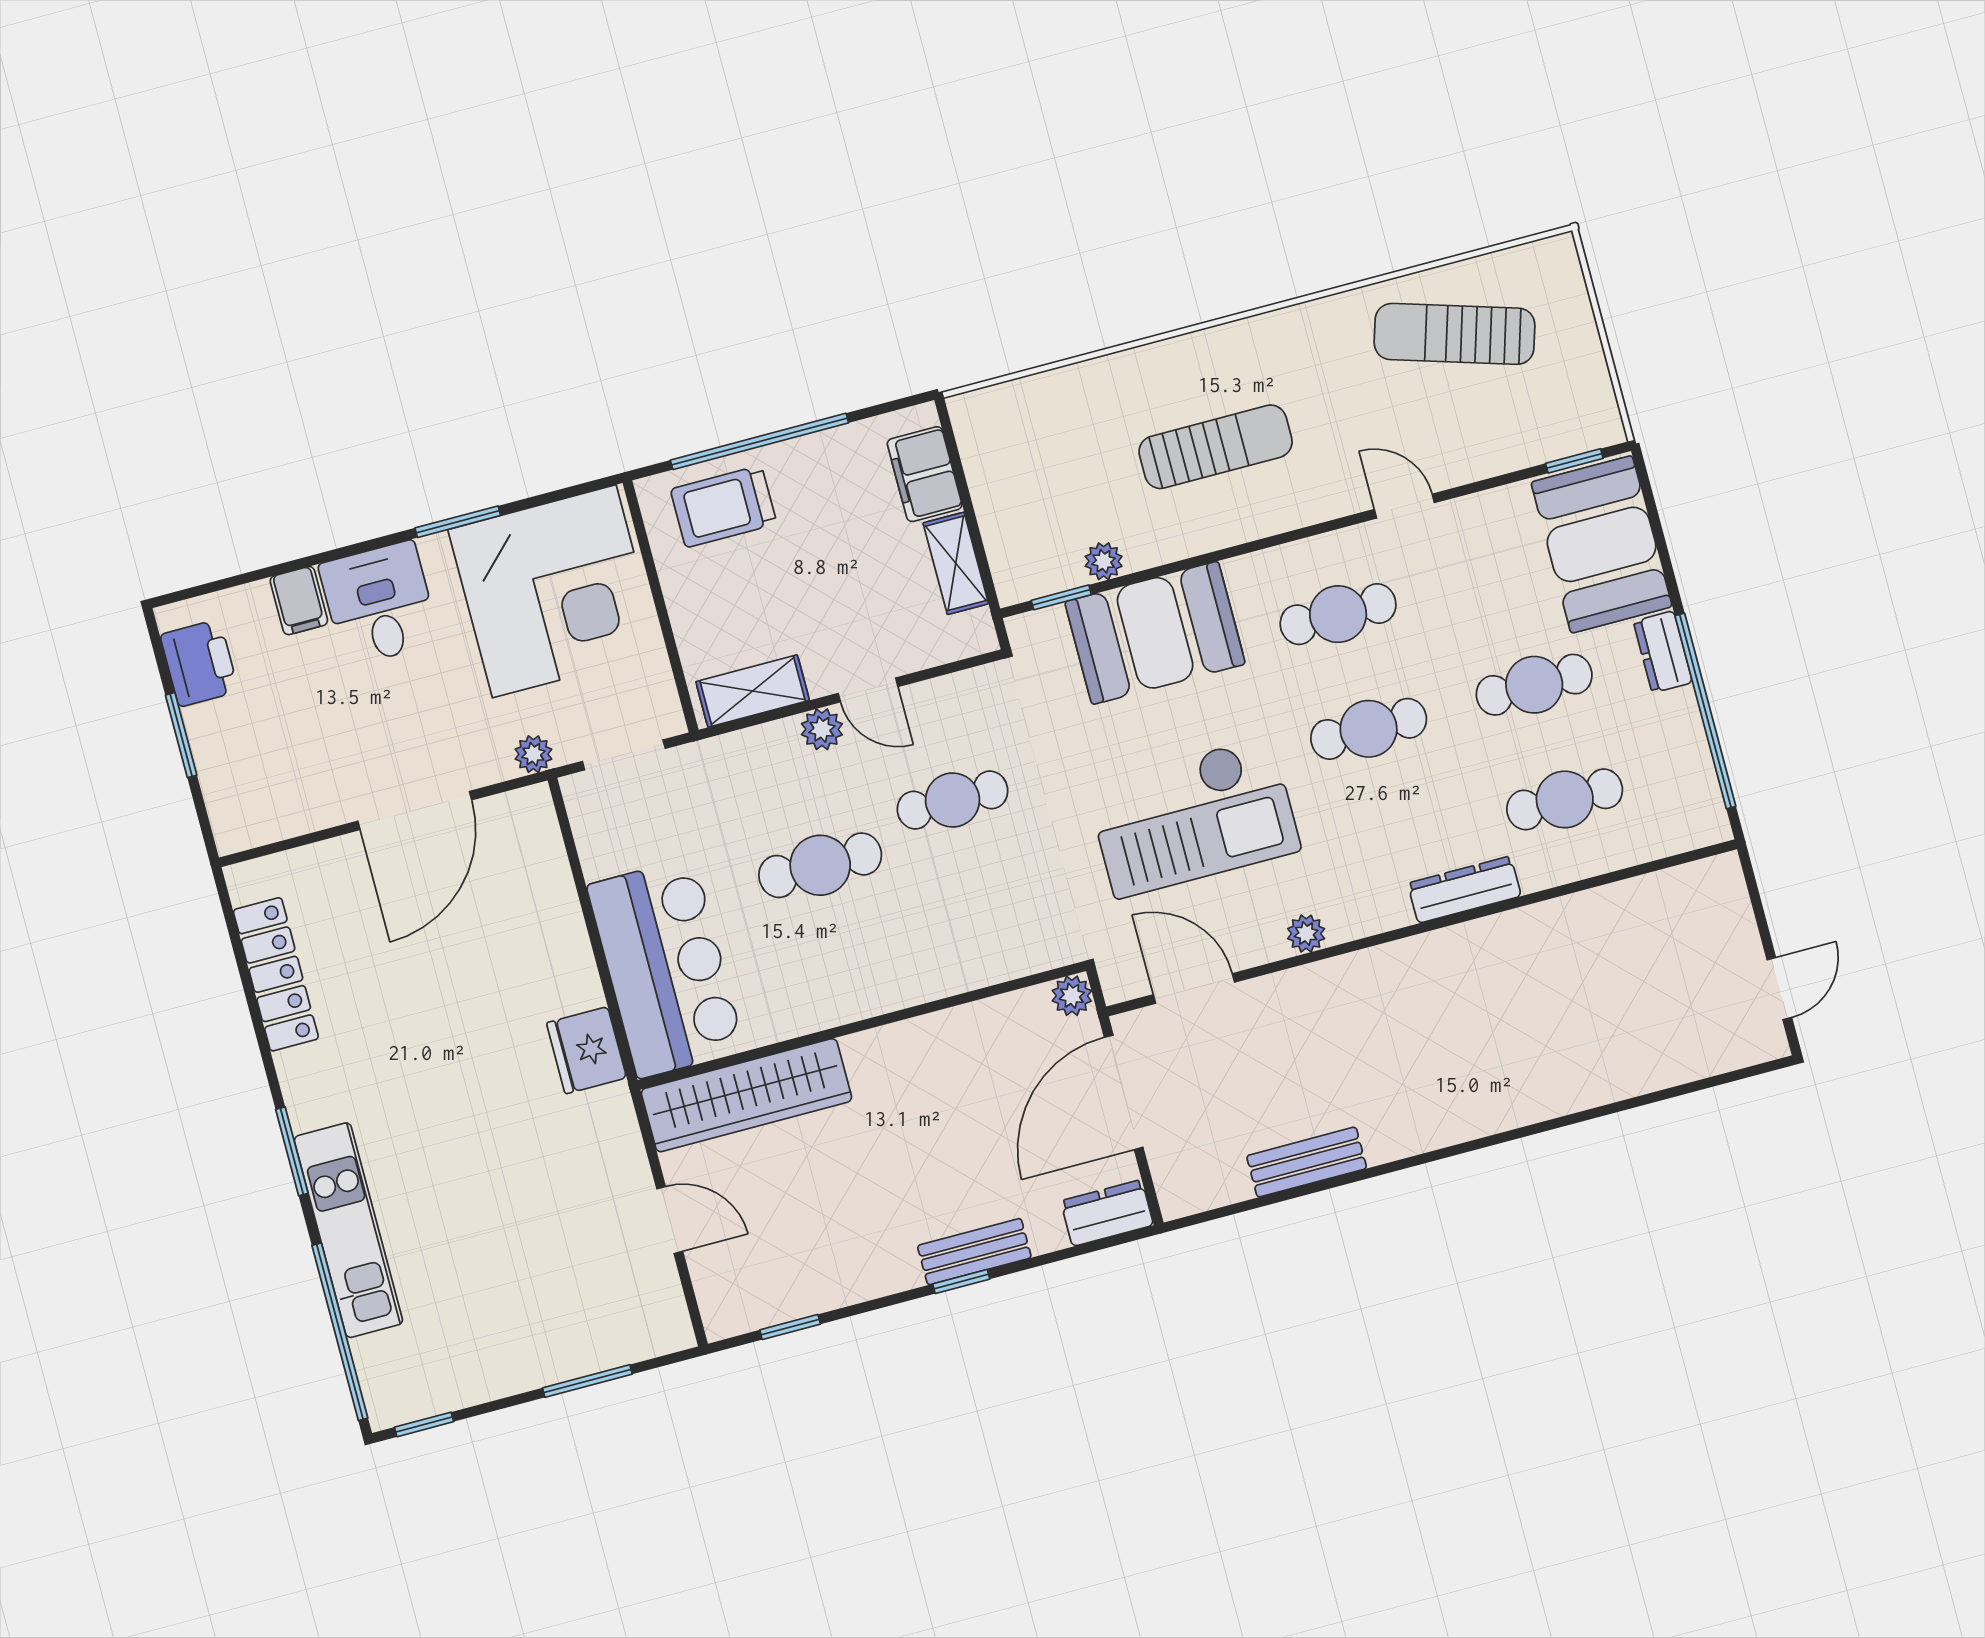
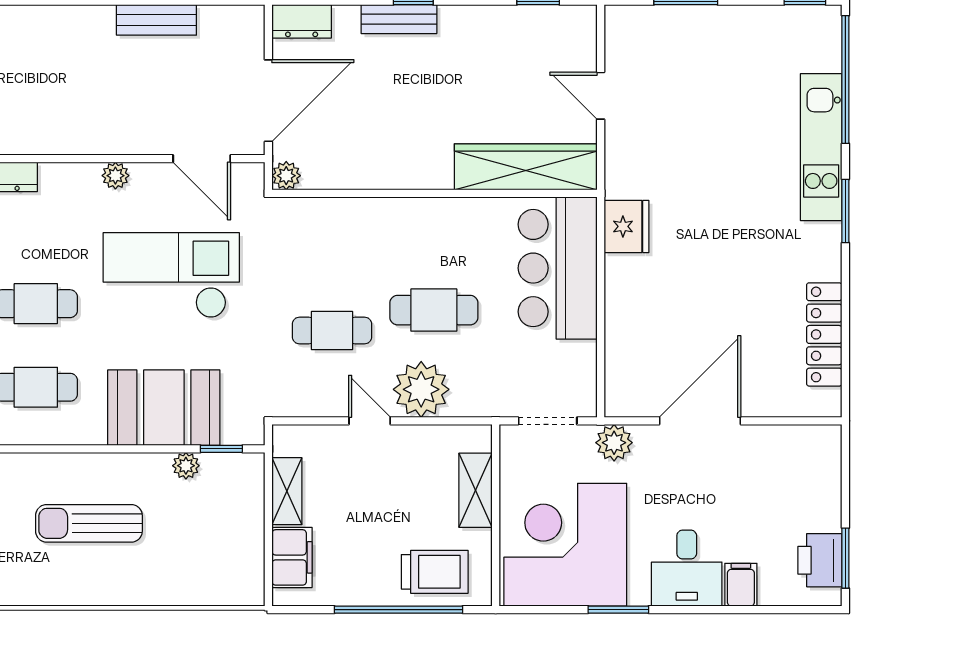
shelving: (753, 691) -> (476, 490), moved, turned 90
plant: (822, 729) -> (421, 389), width x1.87, depth x1.87
window: (181, 735) -> (845, 558), moved
plant: (533, 754) -> (614, 443), width x1.38, depth x1.38

